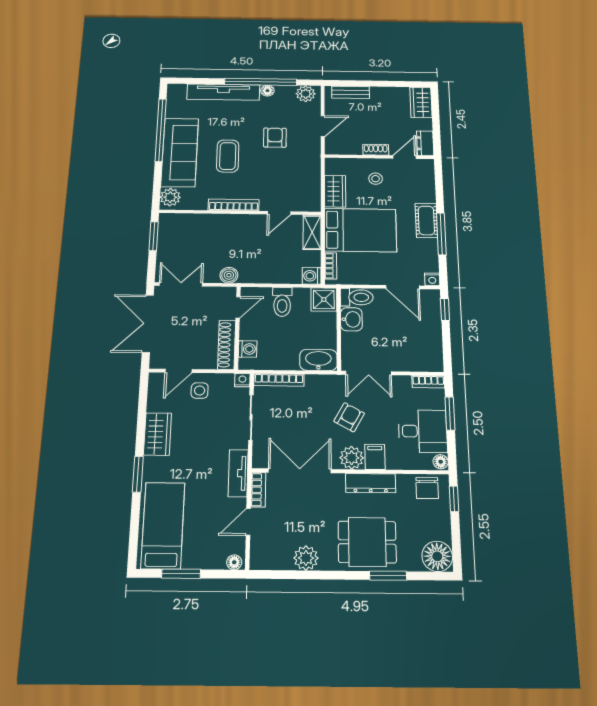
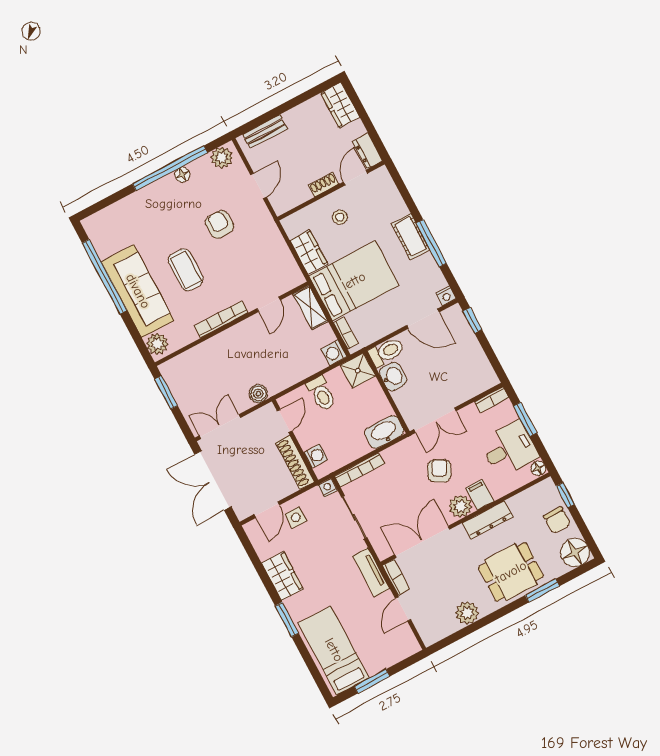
tv unit: (223, 92) -> (140, 200), removed
chair: (427, 488) -> (557, 520), moved
floor lamp: (234, 562) -> (410, 648), removed

